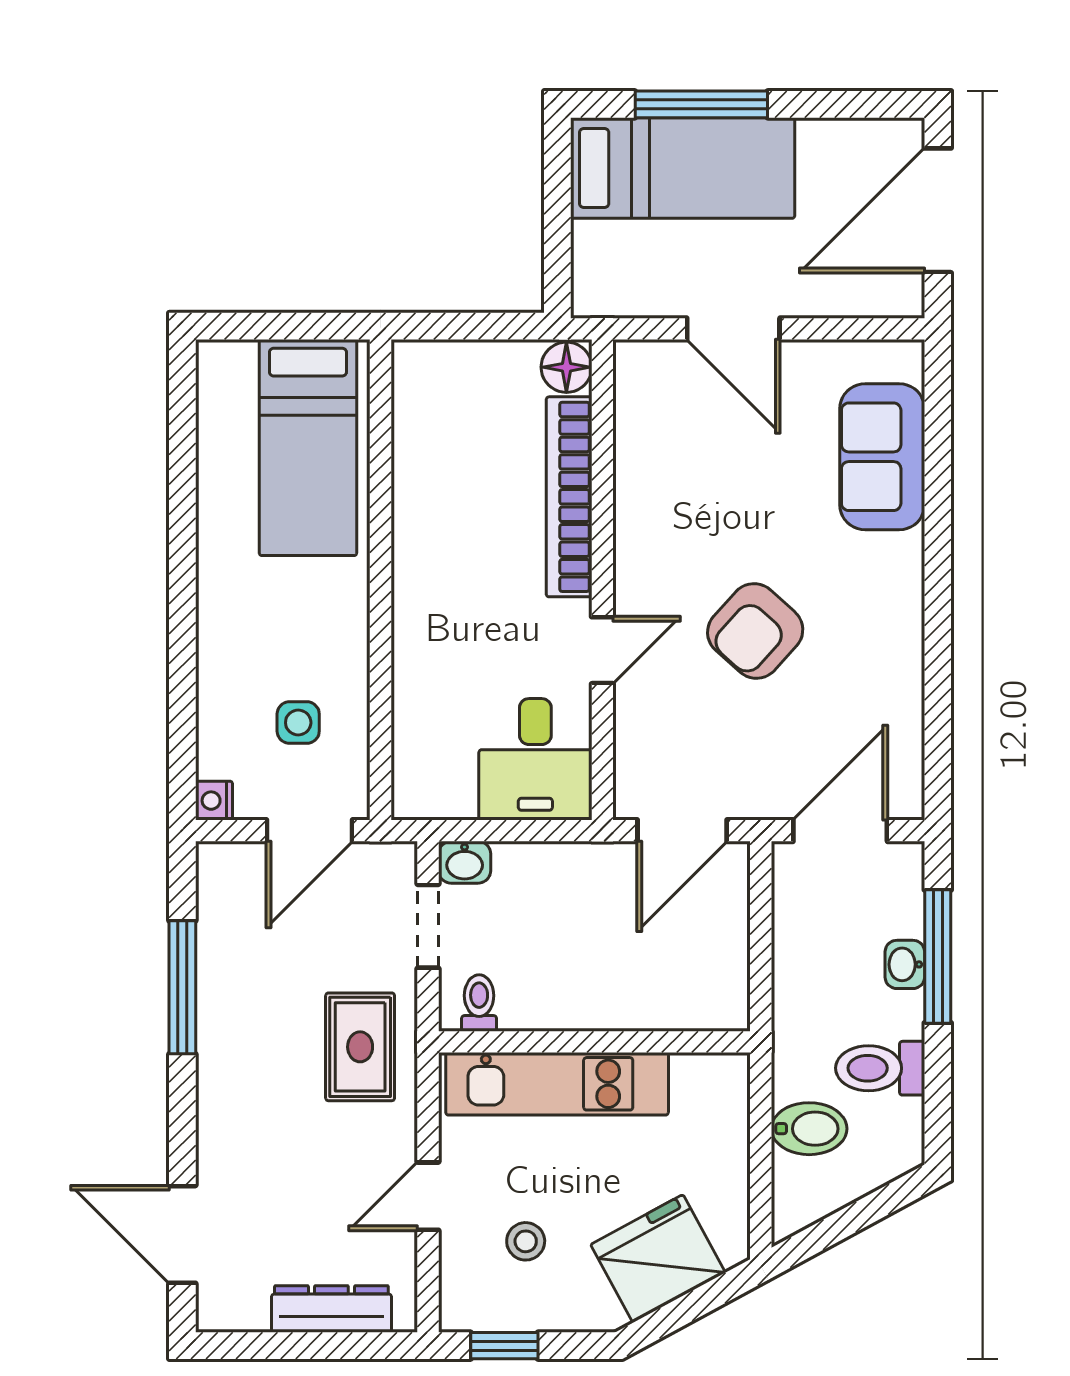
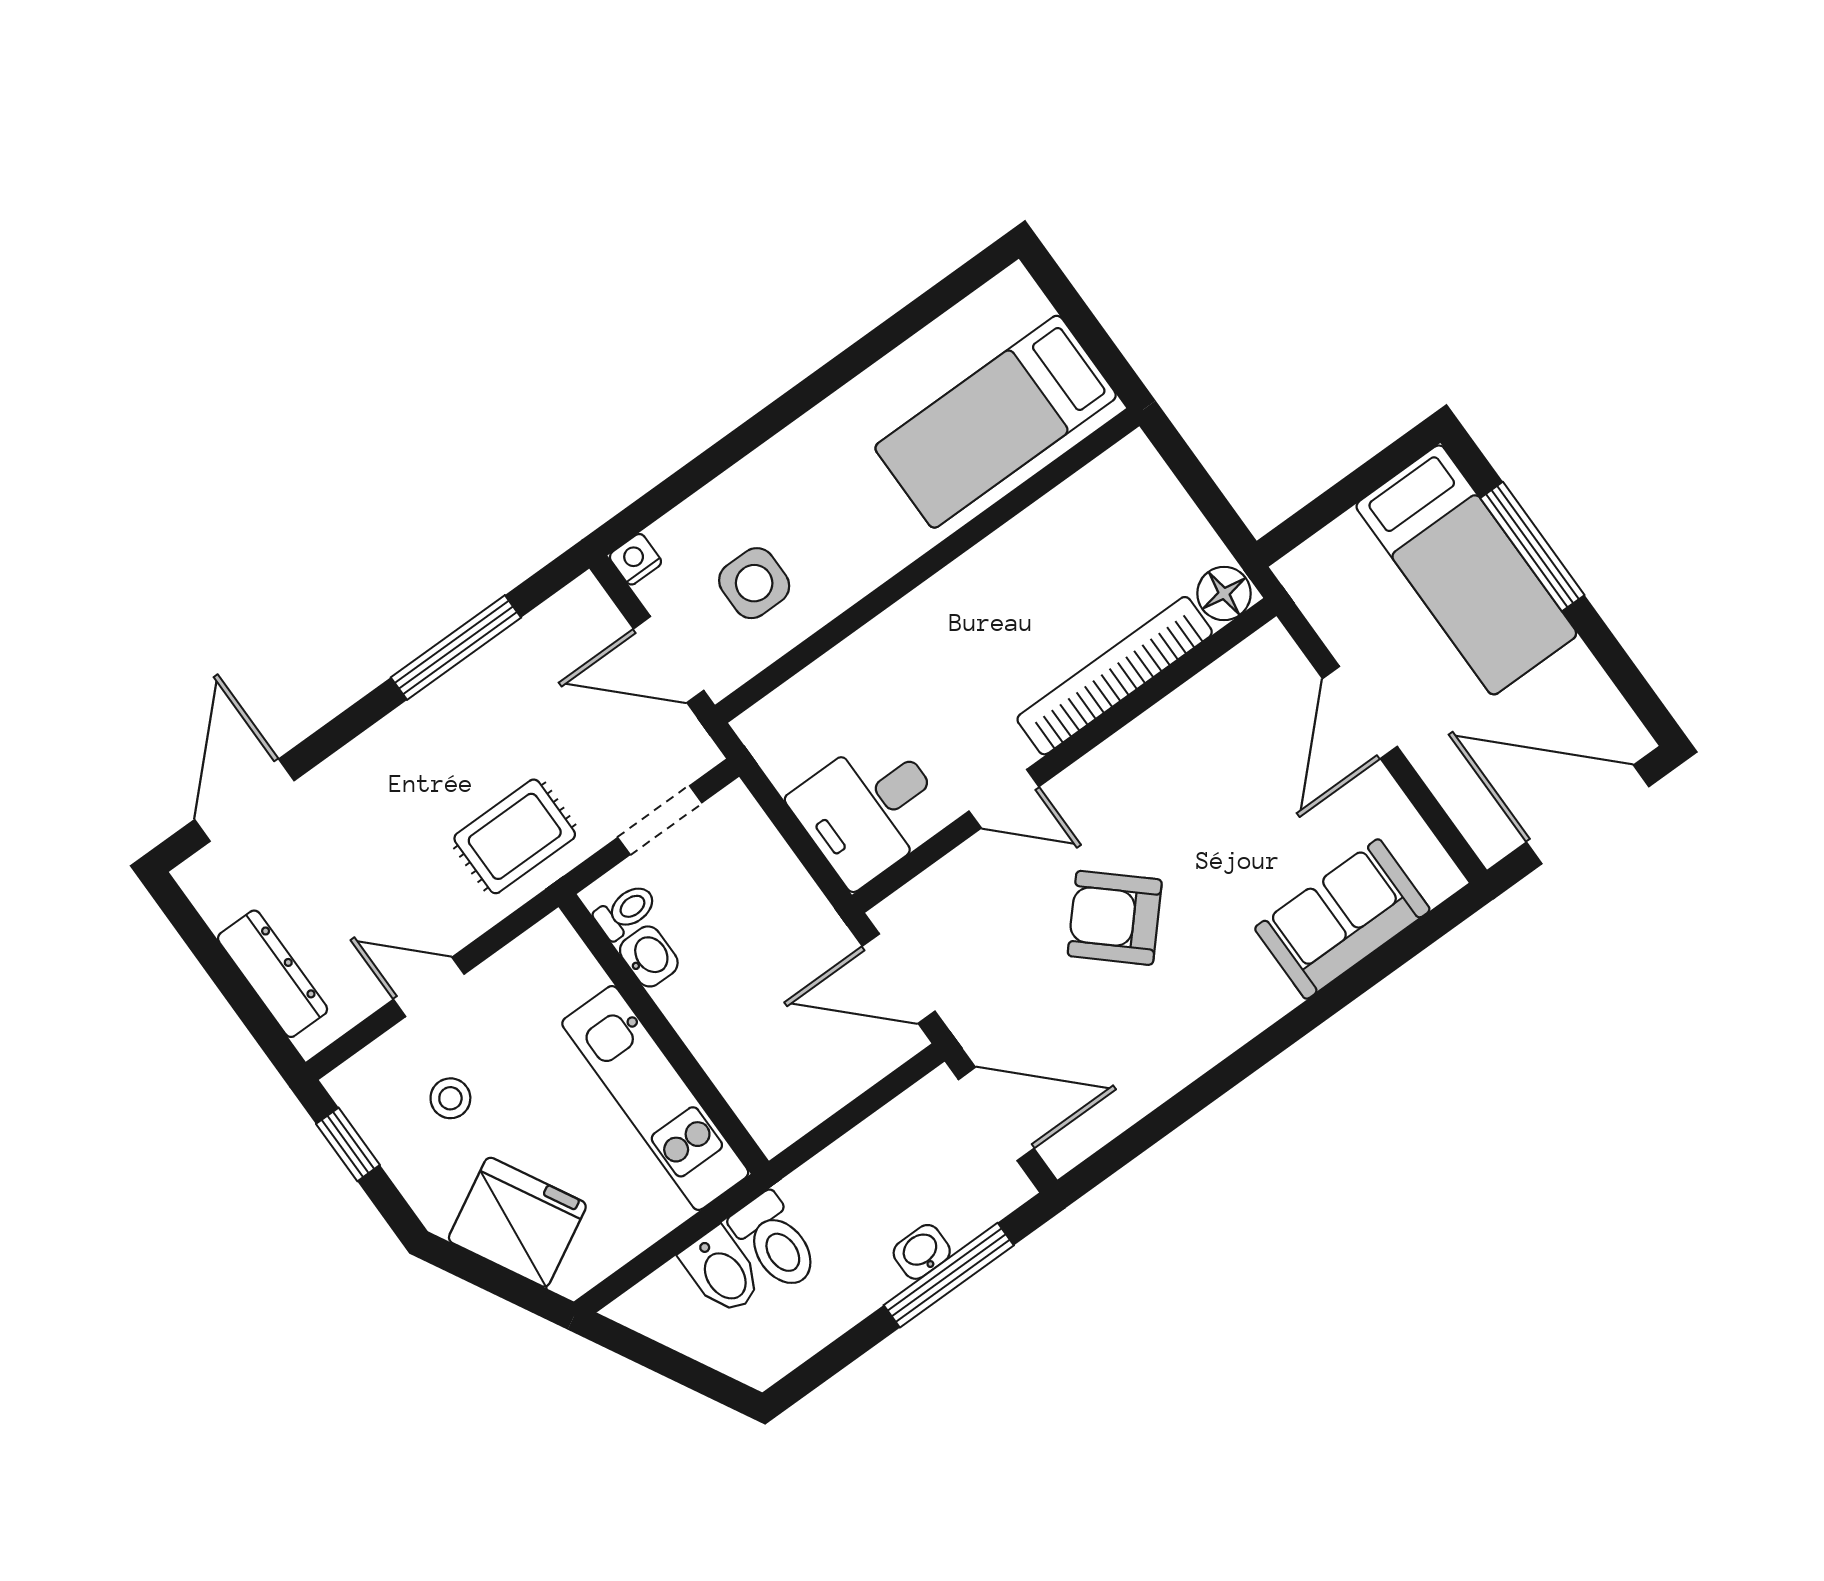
side table: (298, 723) -> (754, 583), width x1.37, depth x1.37
washbasin: (465, 862) -> (649, 956), moved, turned 180
toilet: (880, 1068) -> (775, 1242), moved, turned 180
kitchen unit: (557, 1084) -> (655, 1098), moved

